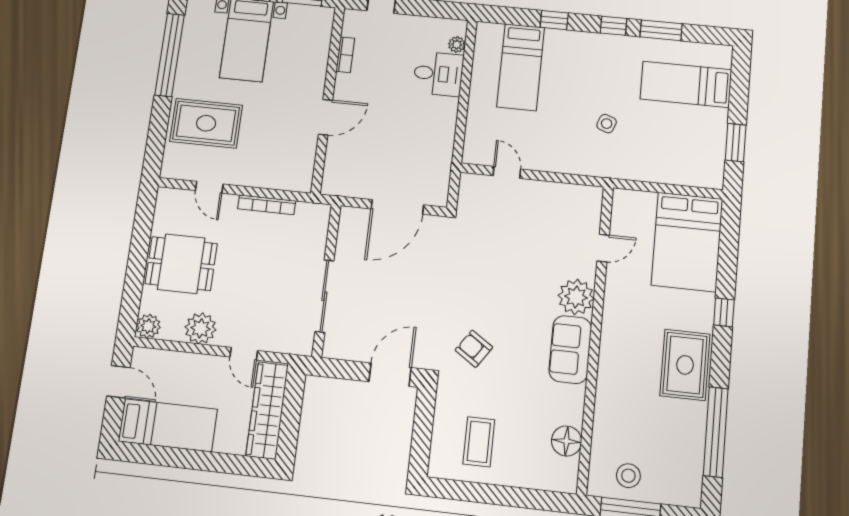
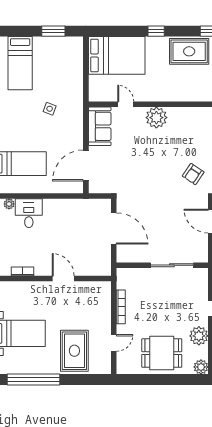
door: (507, 172) -> (86, 165), width x1.88
dining table: (181, 264) -> (162, 353), turned 90
sofa: (570, 349) -> (100, 126), moved, turned -90

